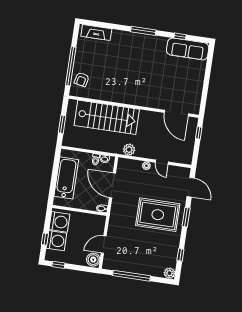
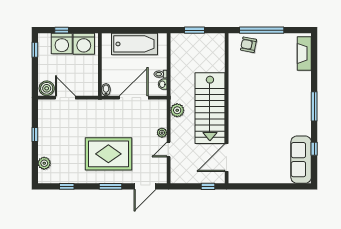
stairs: (107, 117) -> (210, 108), moved
rug: (158, 215) -> (108, 154), turned 90
plant: (169, 273) -> (44, 163), moved
window: (132, 276) -> (35, 134), width x0.32

